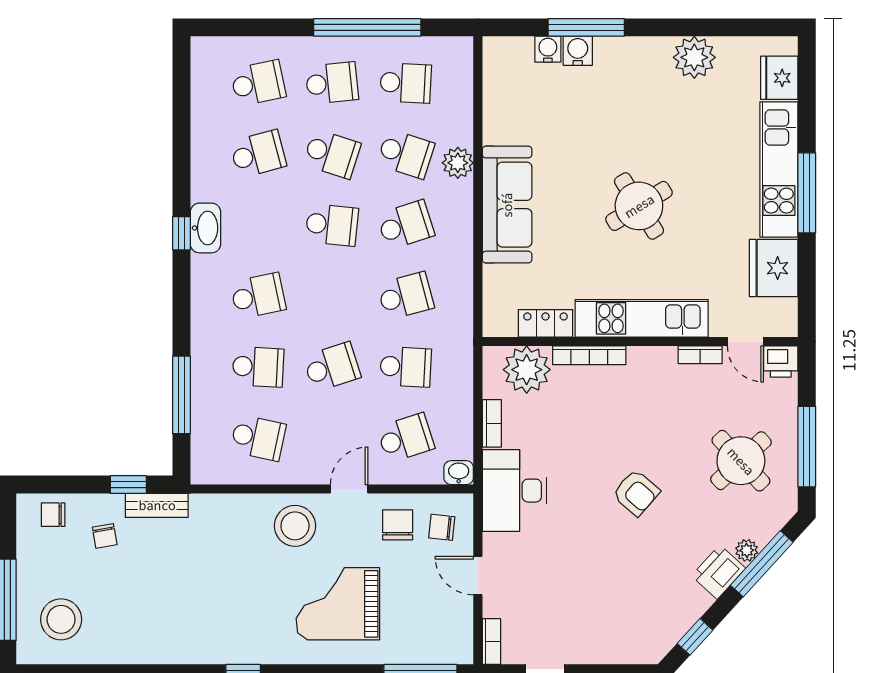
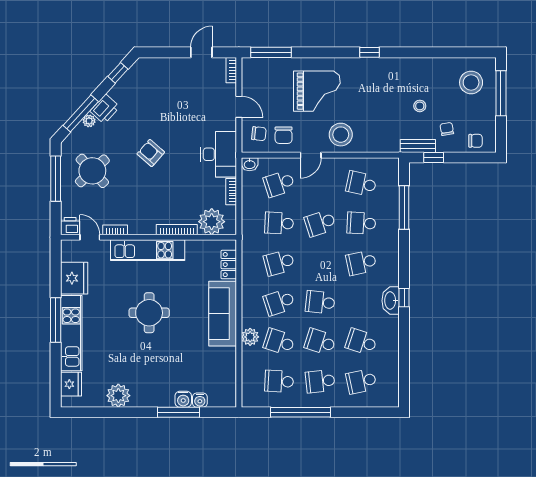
school desk: (258, 154) -> (361, 342), turned 33
round table: (639, 206) -> (149, 313), turned 32
locker: (546, 323) -> (229, 265), moved, turned 90
stool: (153, 577) -> (420, 106), added

